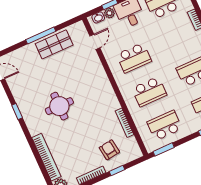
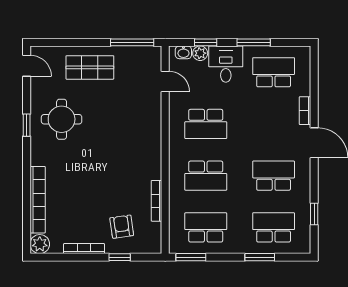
window: (41, 36) -> (132, 42), moved
door: (95, 42) -> (165, 81), hinge flipped
shop shelf: (54, 44) -> (90, 67), moved
round table: (59, 106) -> (62, 119), moved

